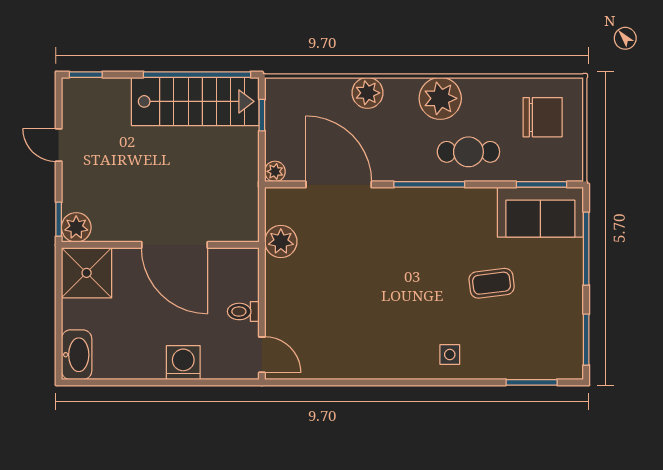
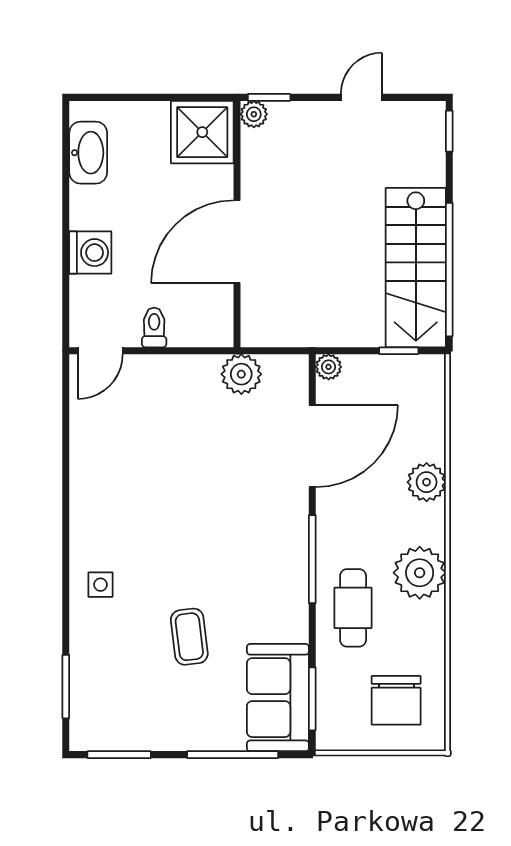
plant: (76, 227) -> (254, 114), width x0.73, depth x0.73
washbasin: (77, 355) -> (88, 153), moved, turned -90

